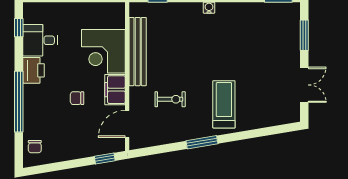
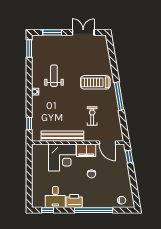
weight bench: (235, 38) -> (54, 76), added
window: (202, 142) -> (119, 96), width x1.44

